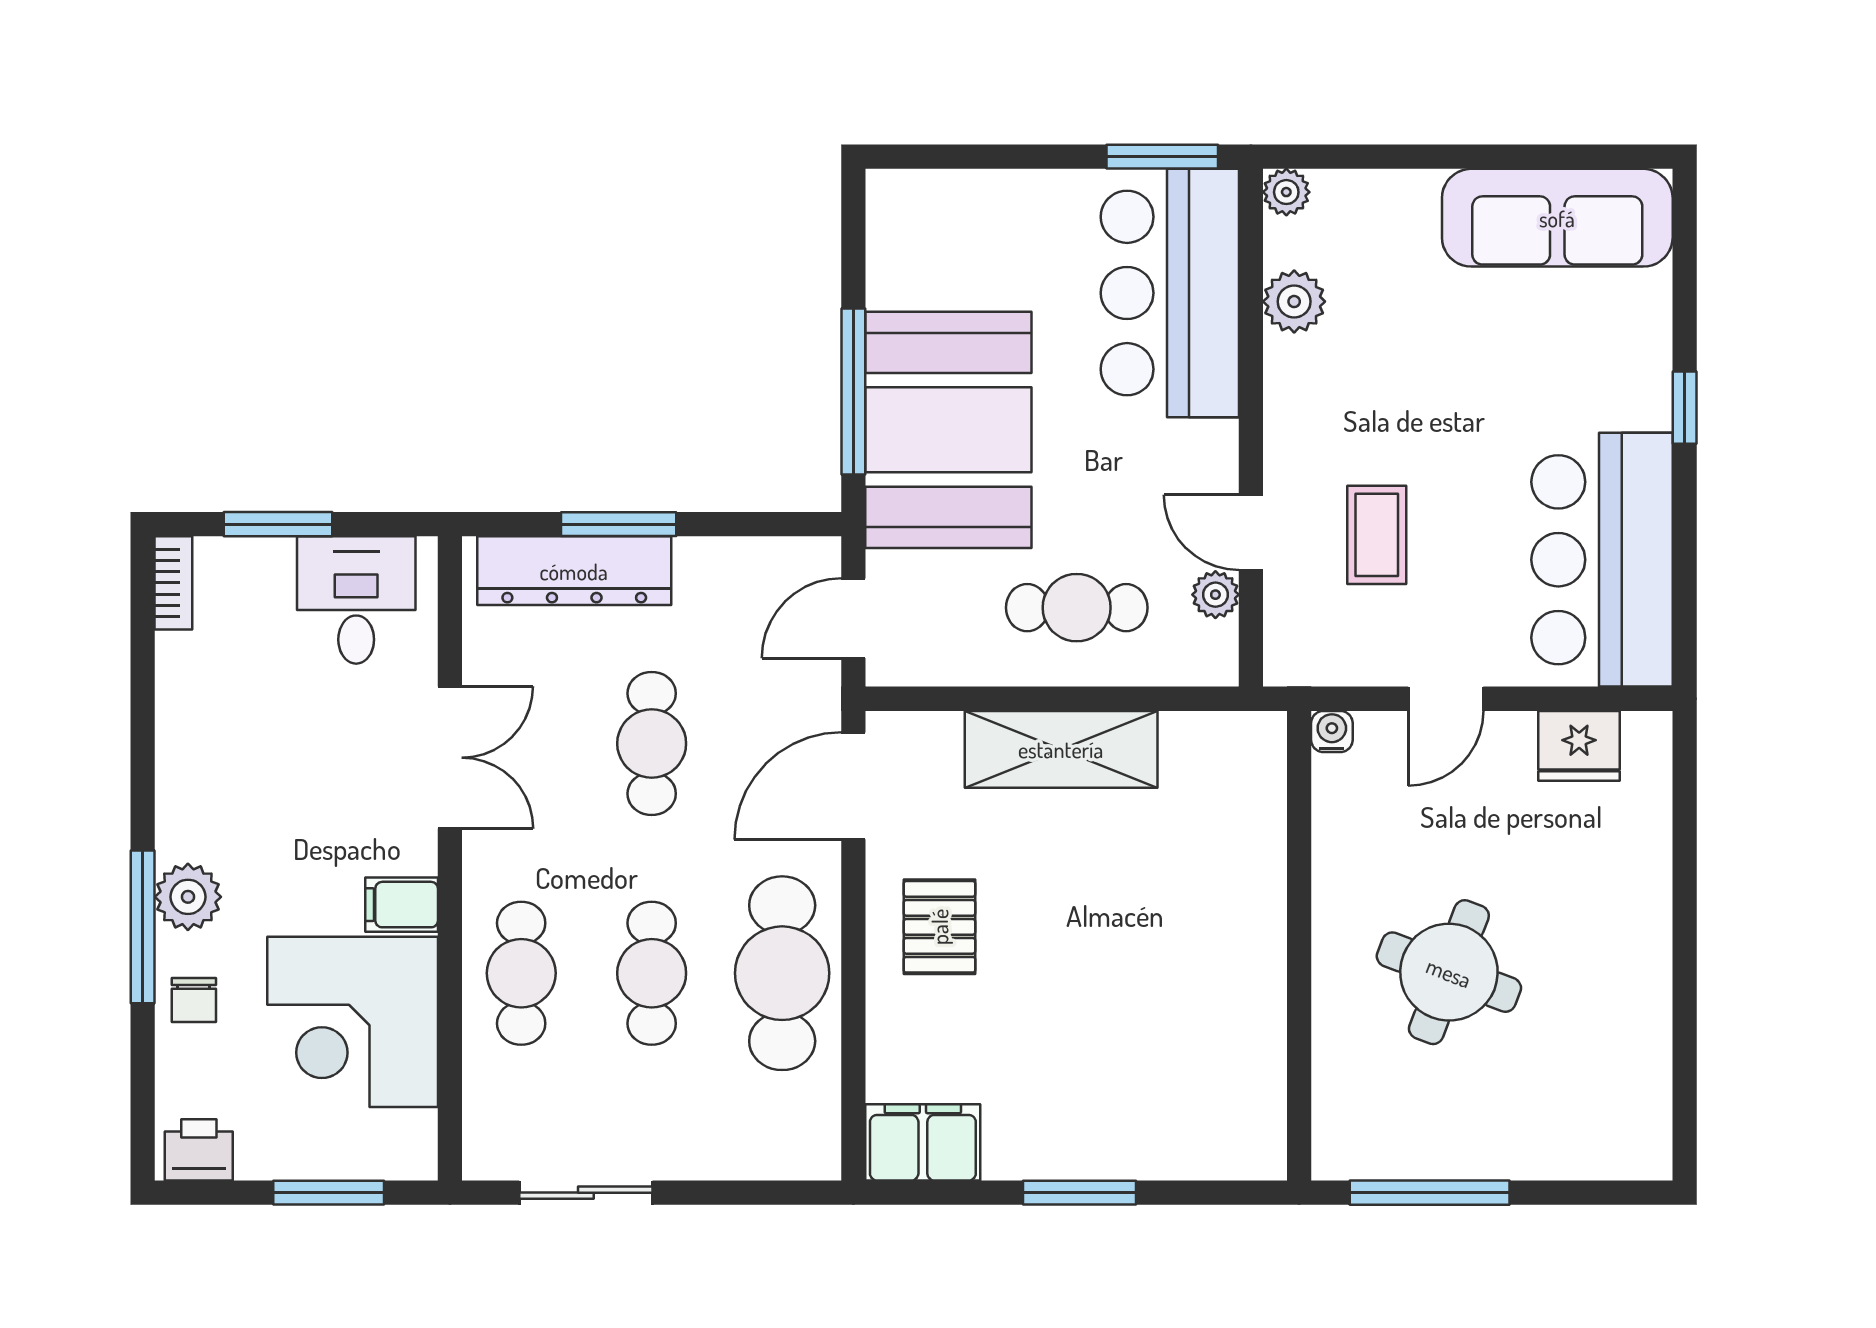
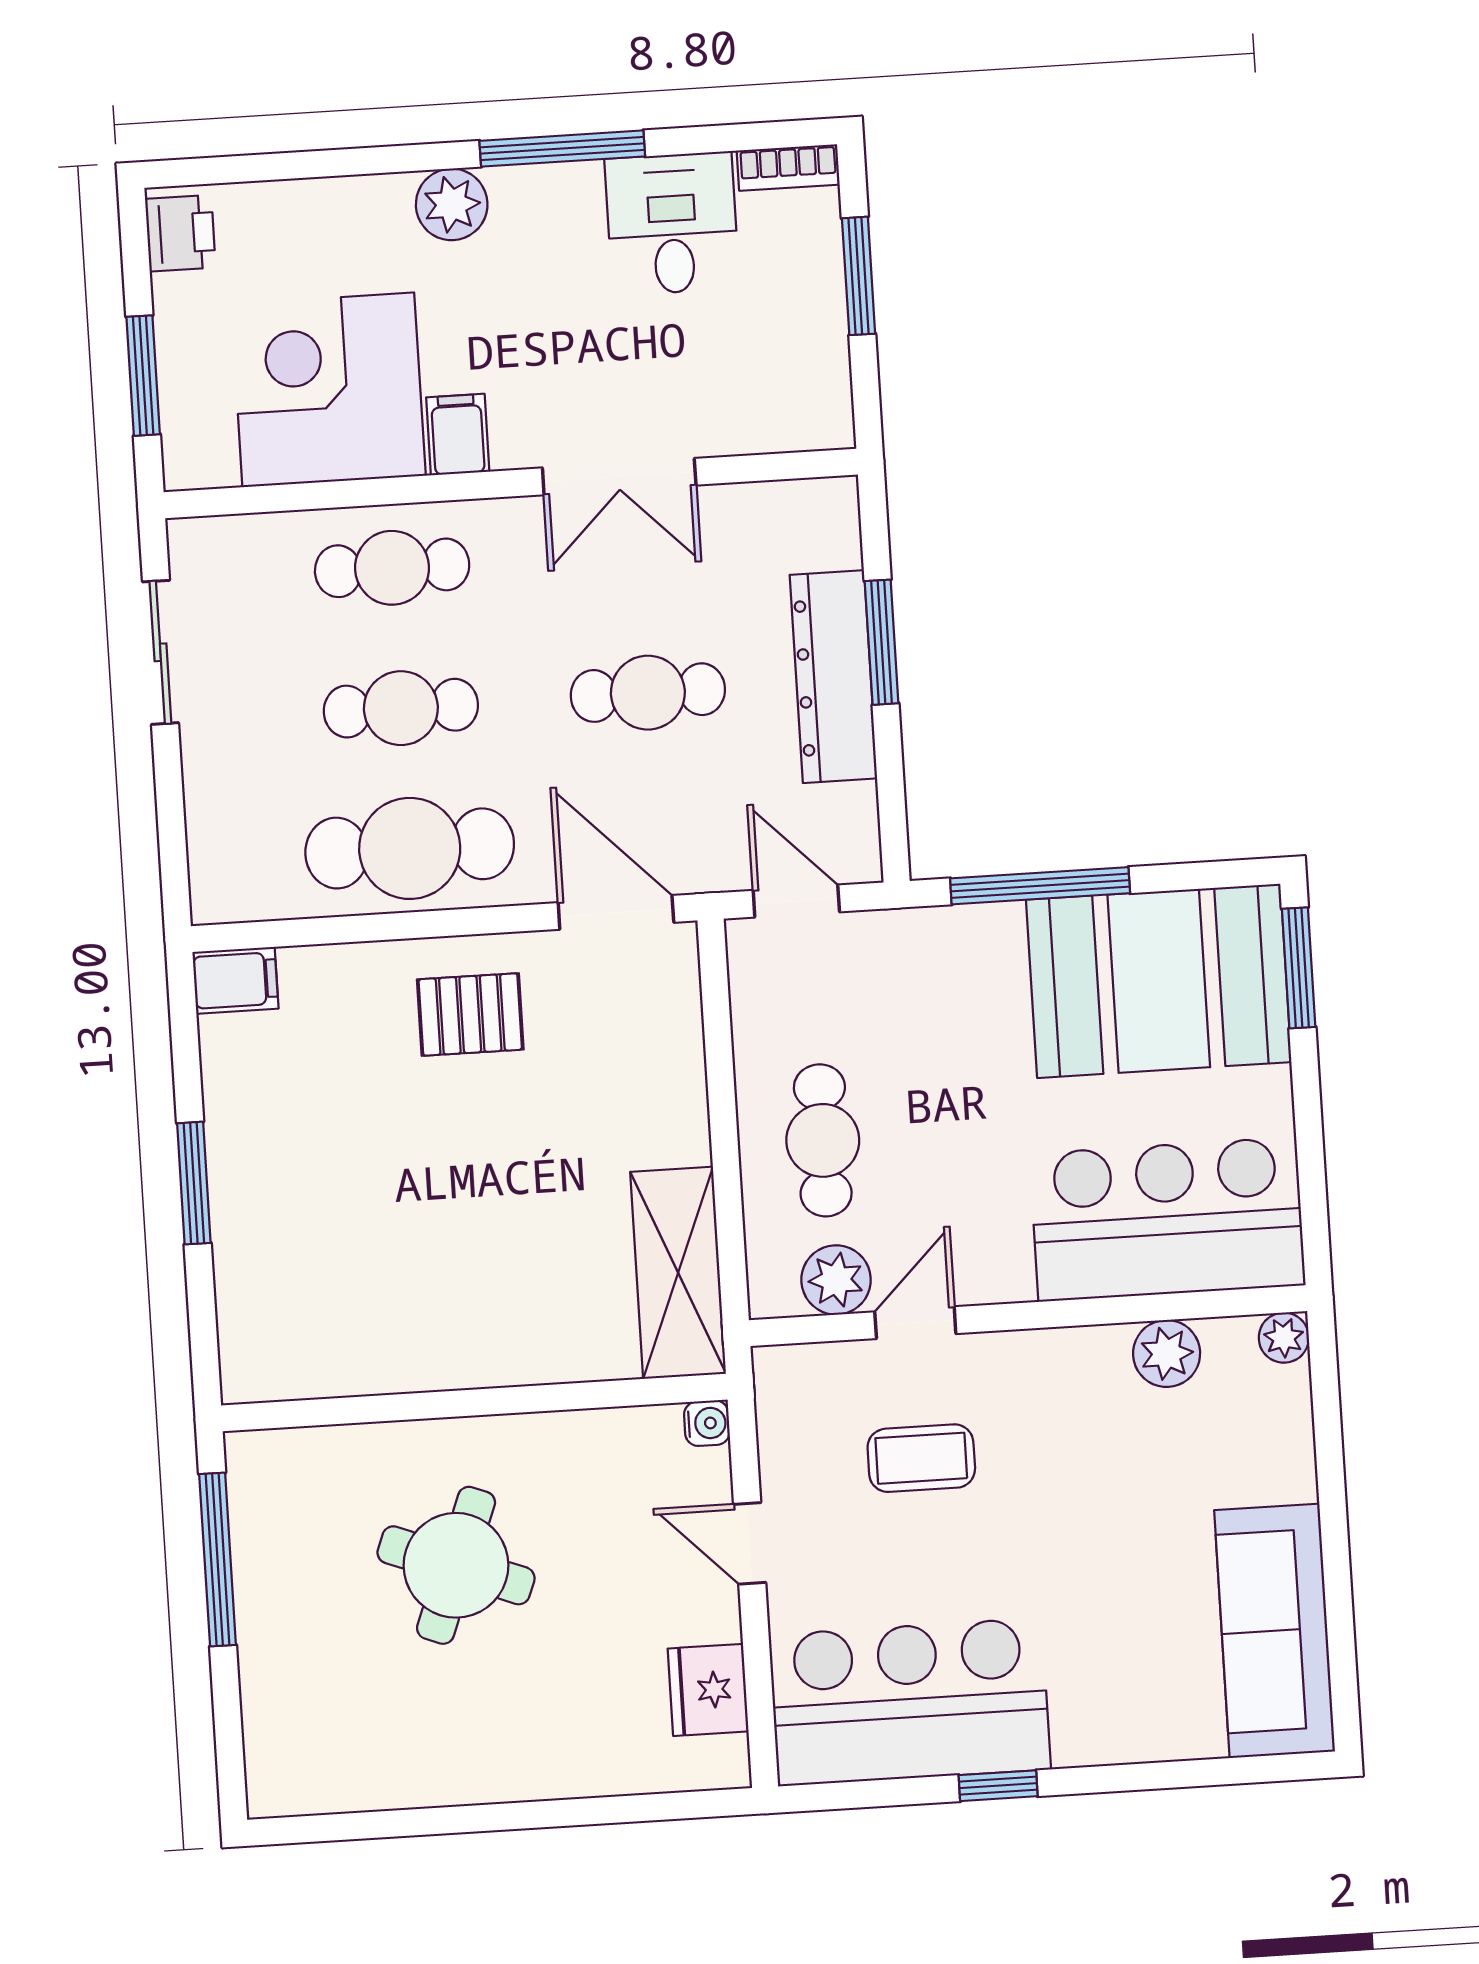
window: (1162, 157) -> (1299, 968), moved
window: (1685, 408) -> (998, 1786), moved
booth: (948, 430) -> (1159, 981), moved
dresser: (574, 571) -> (833, 677), moved
plant: (1215, 595) -> (836, 1280), width x1.38, depth x1.38
desk: (356, 600) -> (672, 224), moved, turned -90
shelving: (1061, 749) -> (678, 1273), moved
window: (143, 927) -> (562, 149), moved
chair: (194, 1000) -> (341, 218), removed
filing cabinet: (923, 1142) -> (235, 980), width x0.50

